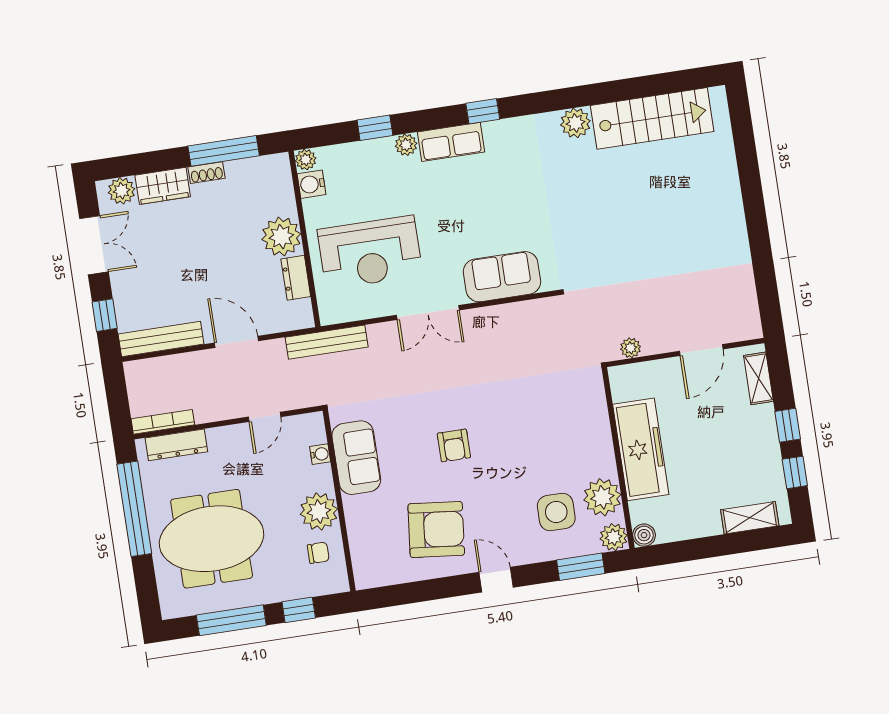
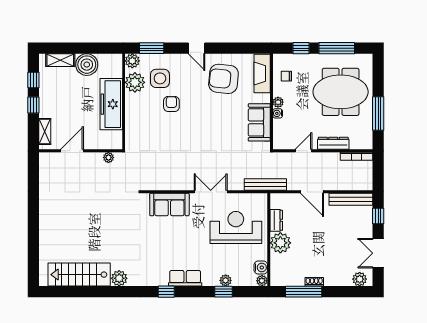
plant: (406, 145) -> (226, 280), moved
wardrobe: (163, 186) -> (338, 278), removed
dresser: (176, 445) -> (333, 143), moved
armchair: (454, 445) -> (171, 104), moved
water cooler: (320, 454) -> (278, 113), moved
window: (134, 509) -> (378, 113), width x0.68
plant: (319, 511) -> (278, 102), width x0.53, depth x0.53
boiler: (644, 535) -> (87, 65), moved, width x1.86, depth x1.86
fireplace: (365, 551) -> (262, 74), added

